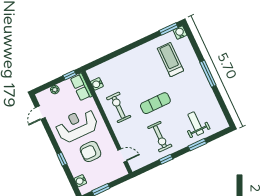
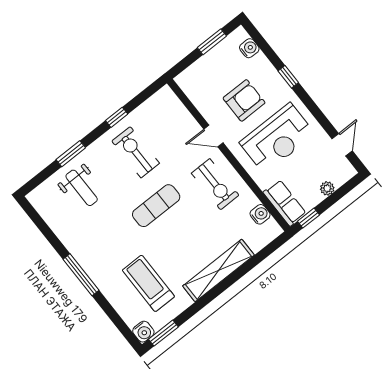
shelving: (128, 57) -> (218, 270), added
treadmill: (170, 60) -> (148, 283), turned 180
door: (122, 155) -> (213, 136), moved

